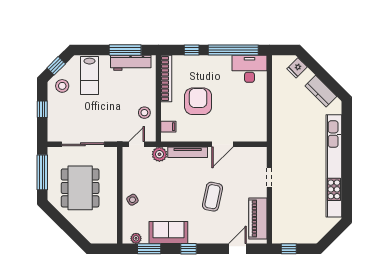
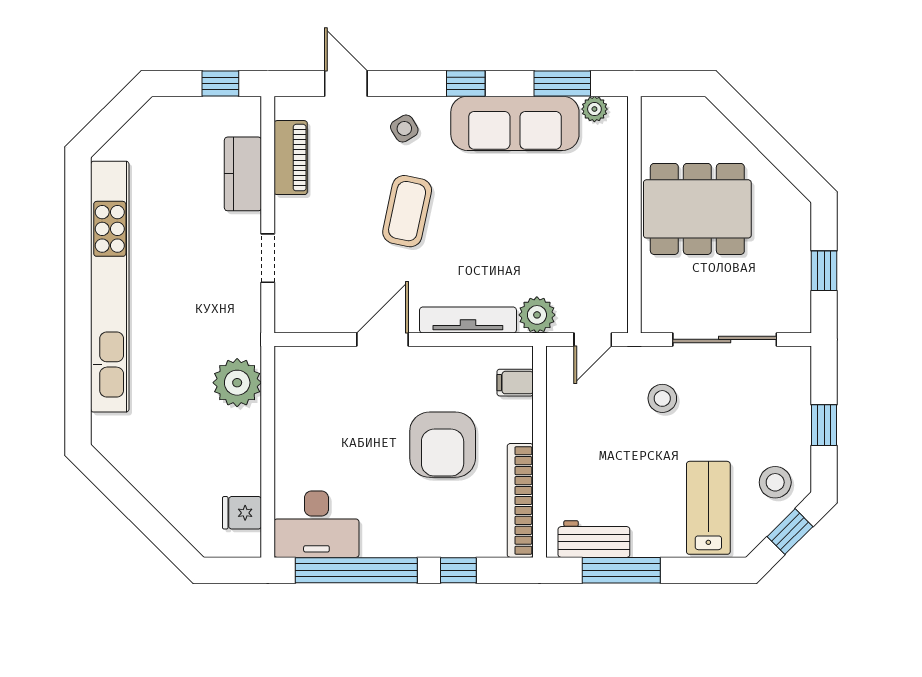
workbench: (131, 63) -> (594, 539), width x0.73
fridge: (297, 68) -> (242, 513), moved, turned -135
kitchen counter: (321, 91) -> (243, 174), moved, turned -135
stool: (144, 113) -> (662, 398), moved
plant: (282, 127) -> (237, 383), added
window: (42, 172) -> (824, 271), width x0.46
dining table: (80, 188) -> (697, 209), moved, turned 90
side table: (132, 200) -> (404, 128), moved
piano: (258, 219) -> (291, 158), width x0.73, depth x0.75
sofa: (168, 233) -> (515, 123), width x1.36
door: (237, 249) -> (346, 83), swing flipped

